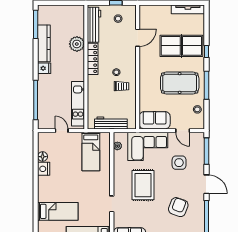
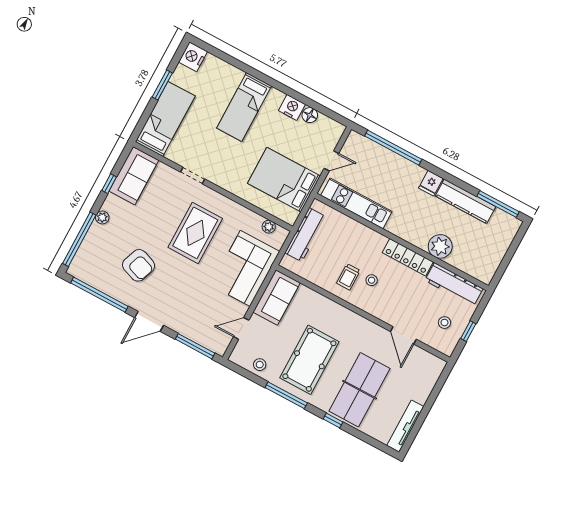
bed: (91, 152) -> (284, 180), width x1.50
side table: (179, 163) -> (200, 300), removed
rug: (143, 185) -> (195, 233), turned 90
bed: (58, 211) -> (244, 107), moved

